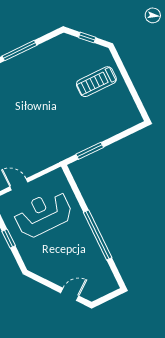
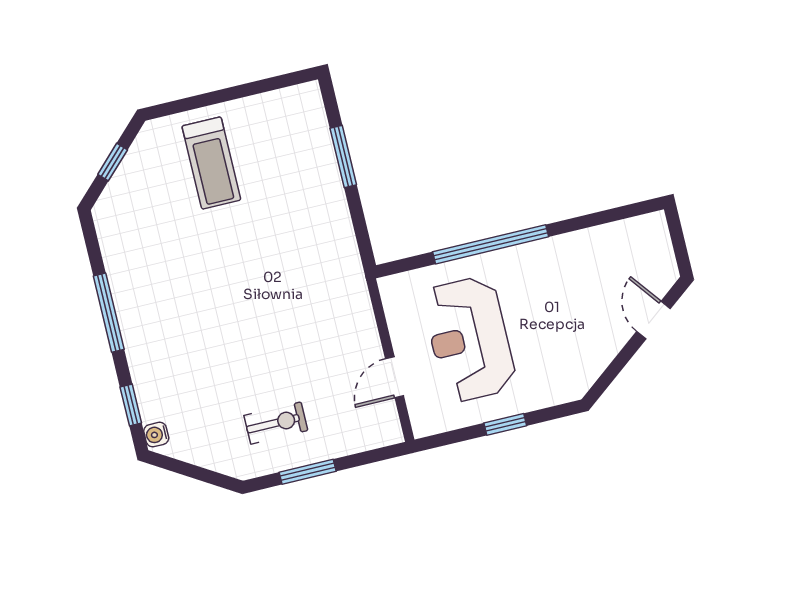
window: (90, 151) -> (343, 156), moved
window: (98, 235) -> (491, 244), moved

